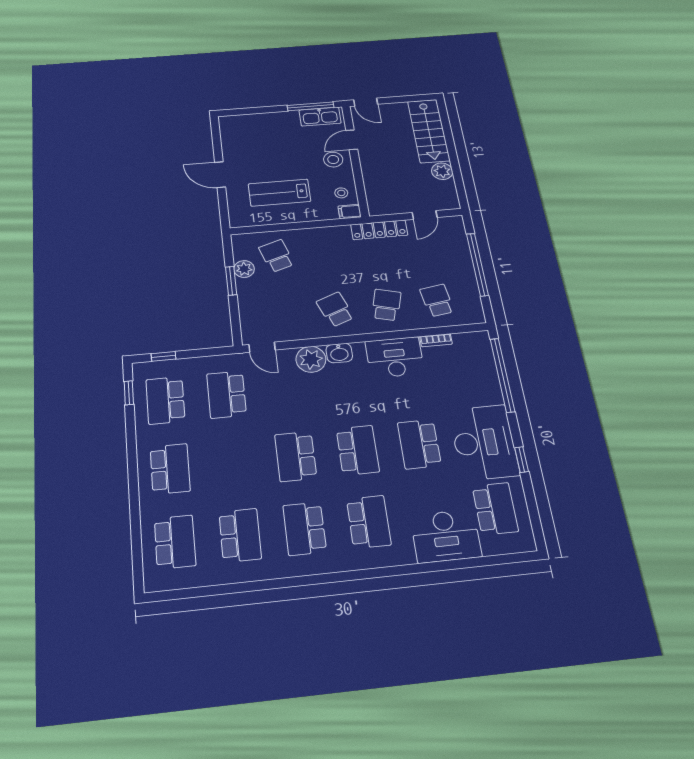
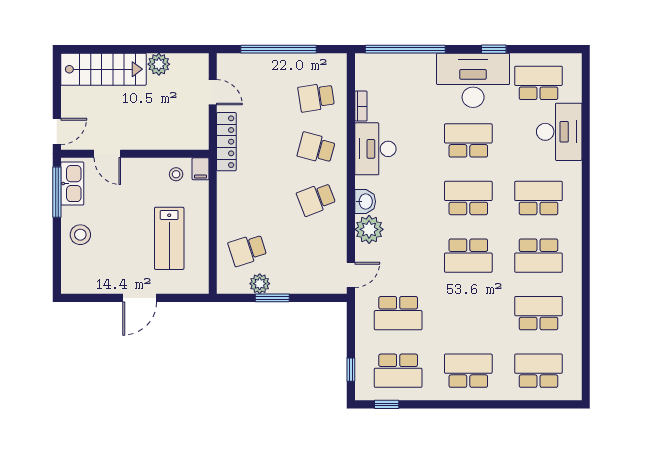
stool: (333, 160) -> (80, 235), moved
school desk: (419, 444) -> (468, 140), turned 180

